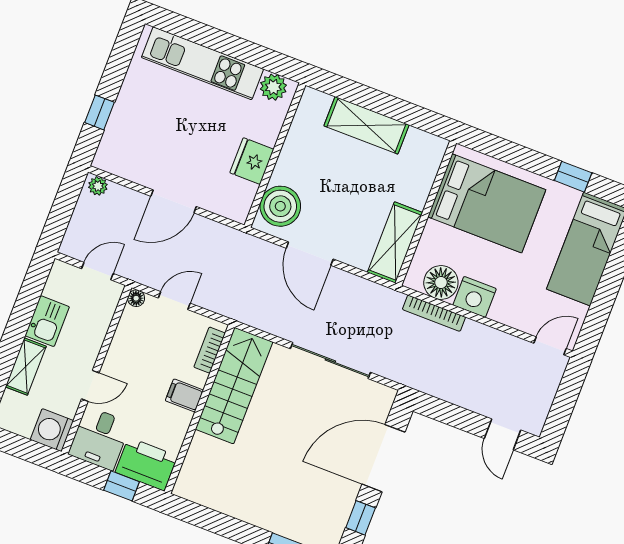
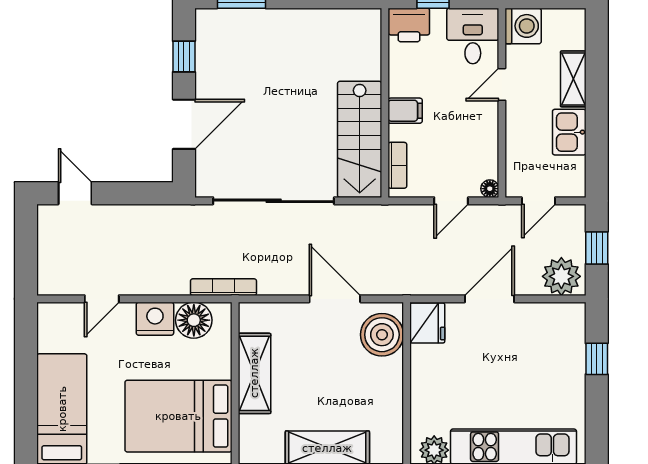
fridge: (252, 161) -> (427, 323), moved
plant: (98, 186) -> (561, 276), width x1.87, depth x1.87
window: (62, 210) -> (597, 248), added
shelving: (395, 243) -> (254, 373), moved
bookcase: (434, 313) -> (223, 287), moved
door: (550, 346) -> (102, 299), moved
sliding door: (330, 361) -> (274, 201), width x1.36
door: (383, 458) -> (184, 124), width x0.73
printer: (146, 464) -> (409, 25), width x0.73, depth x0.84

